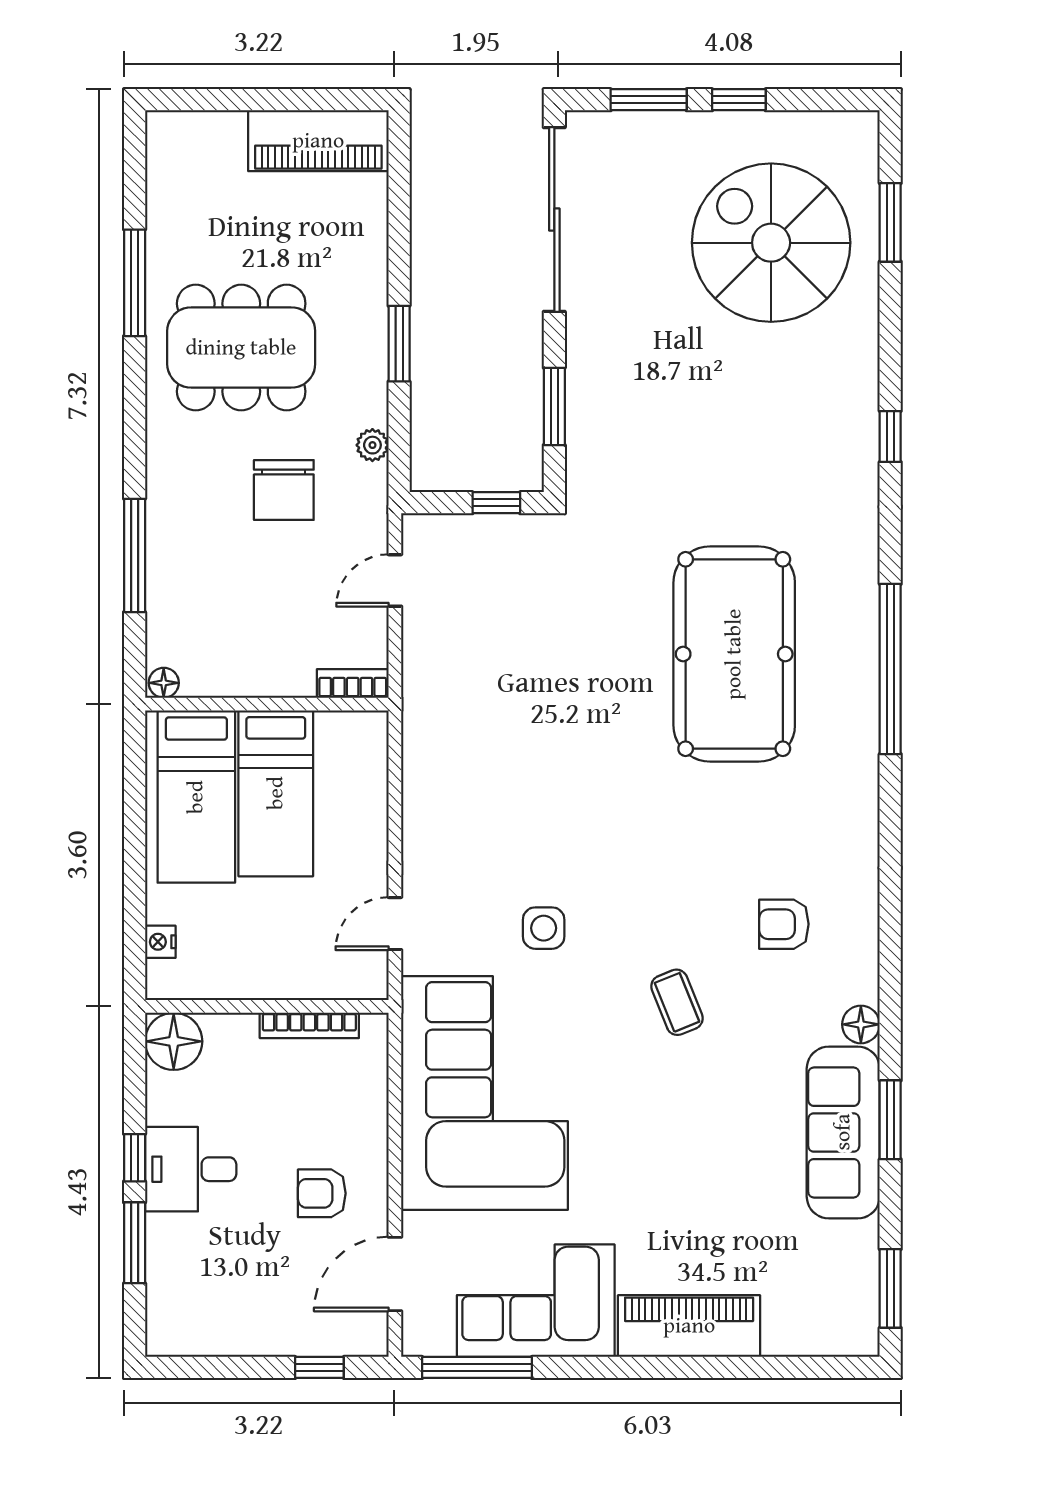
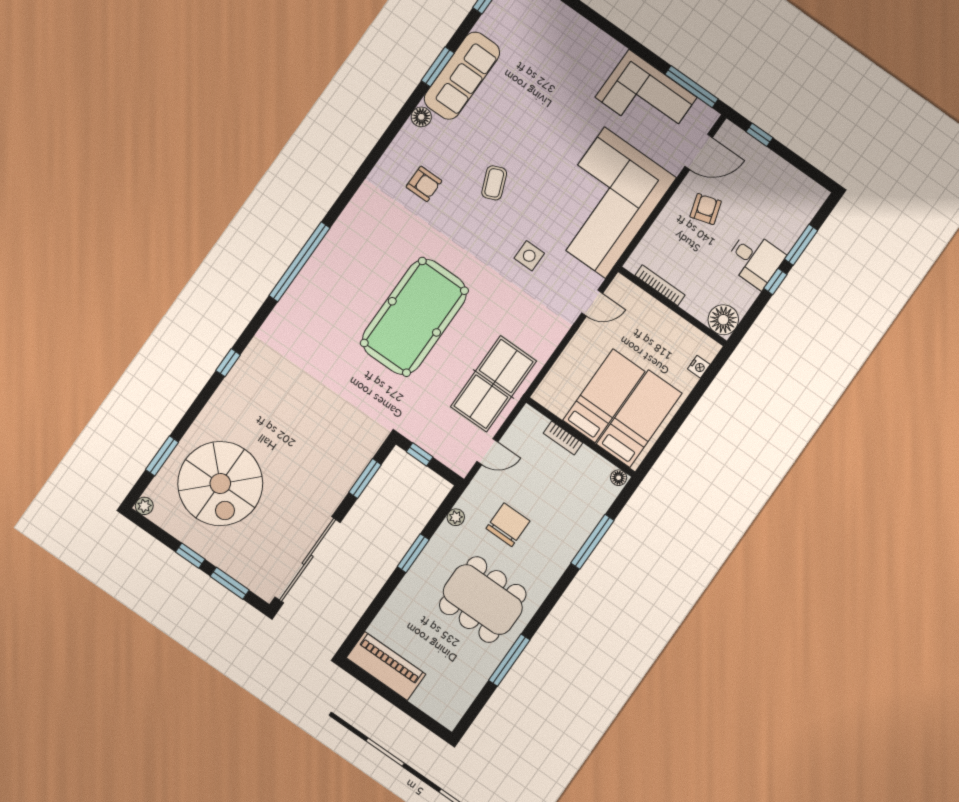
plant: (863, 127) -> (144, 506), added
pool table: (734, 654) -> (414, 317), moved
bookcase: (353, 683) -> (563, 438), moved
table tennis table: (459, 692) -> (493, 384), added
armchair: (322, 1193) -> (706, 209), turned -107
piano: (689, 1326) -> (588, 40), removed

